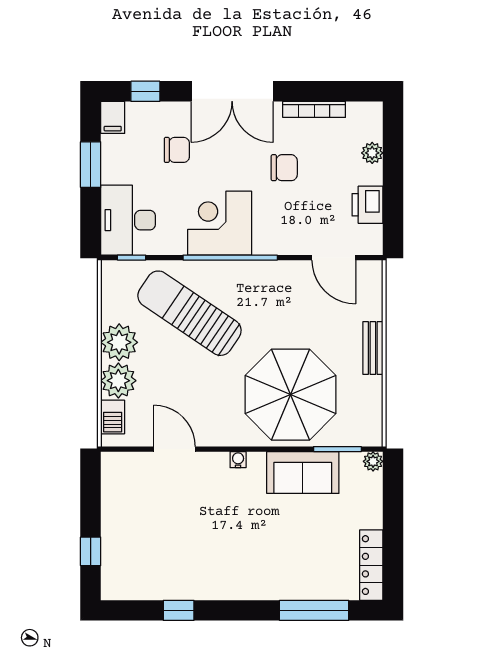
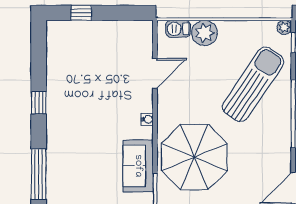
plant: (119, 342) -> (284, 27), moved, width x0.53, depth x0.53
window: (179, 610) -> (39, 103), moved

